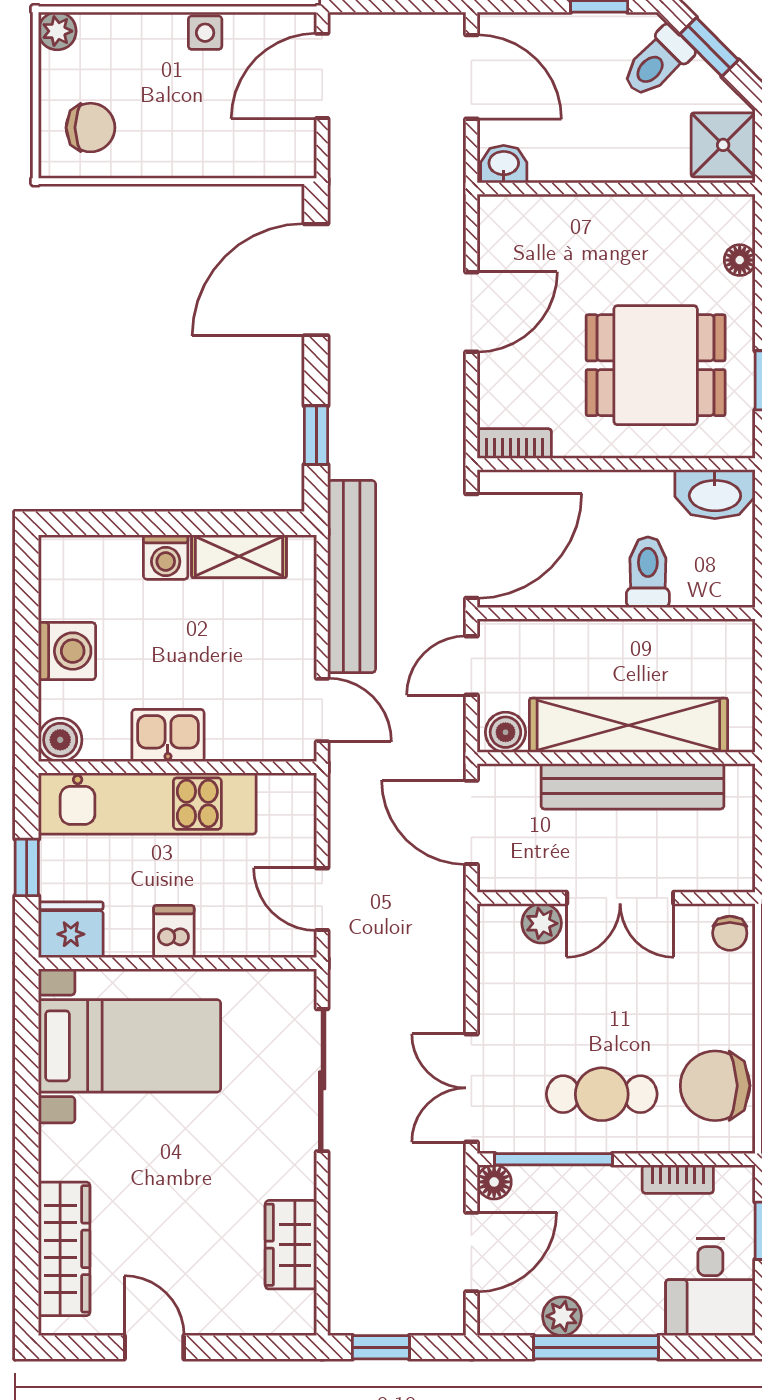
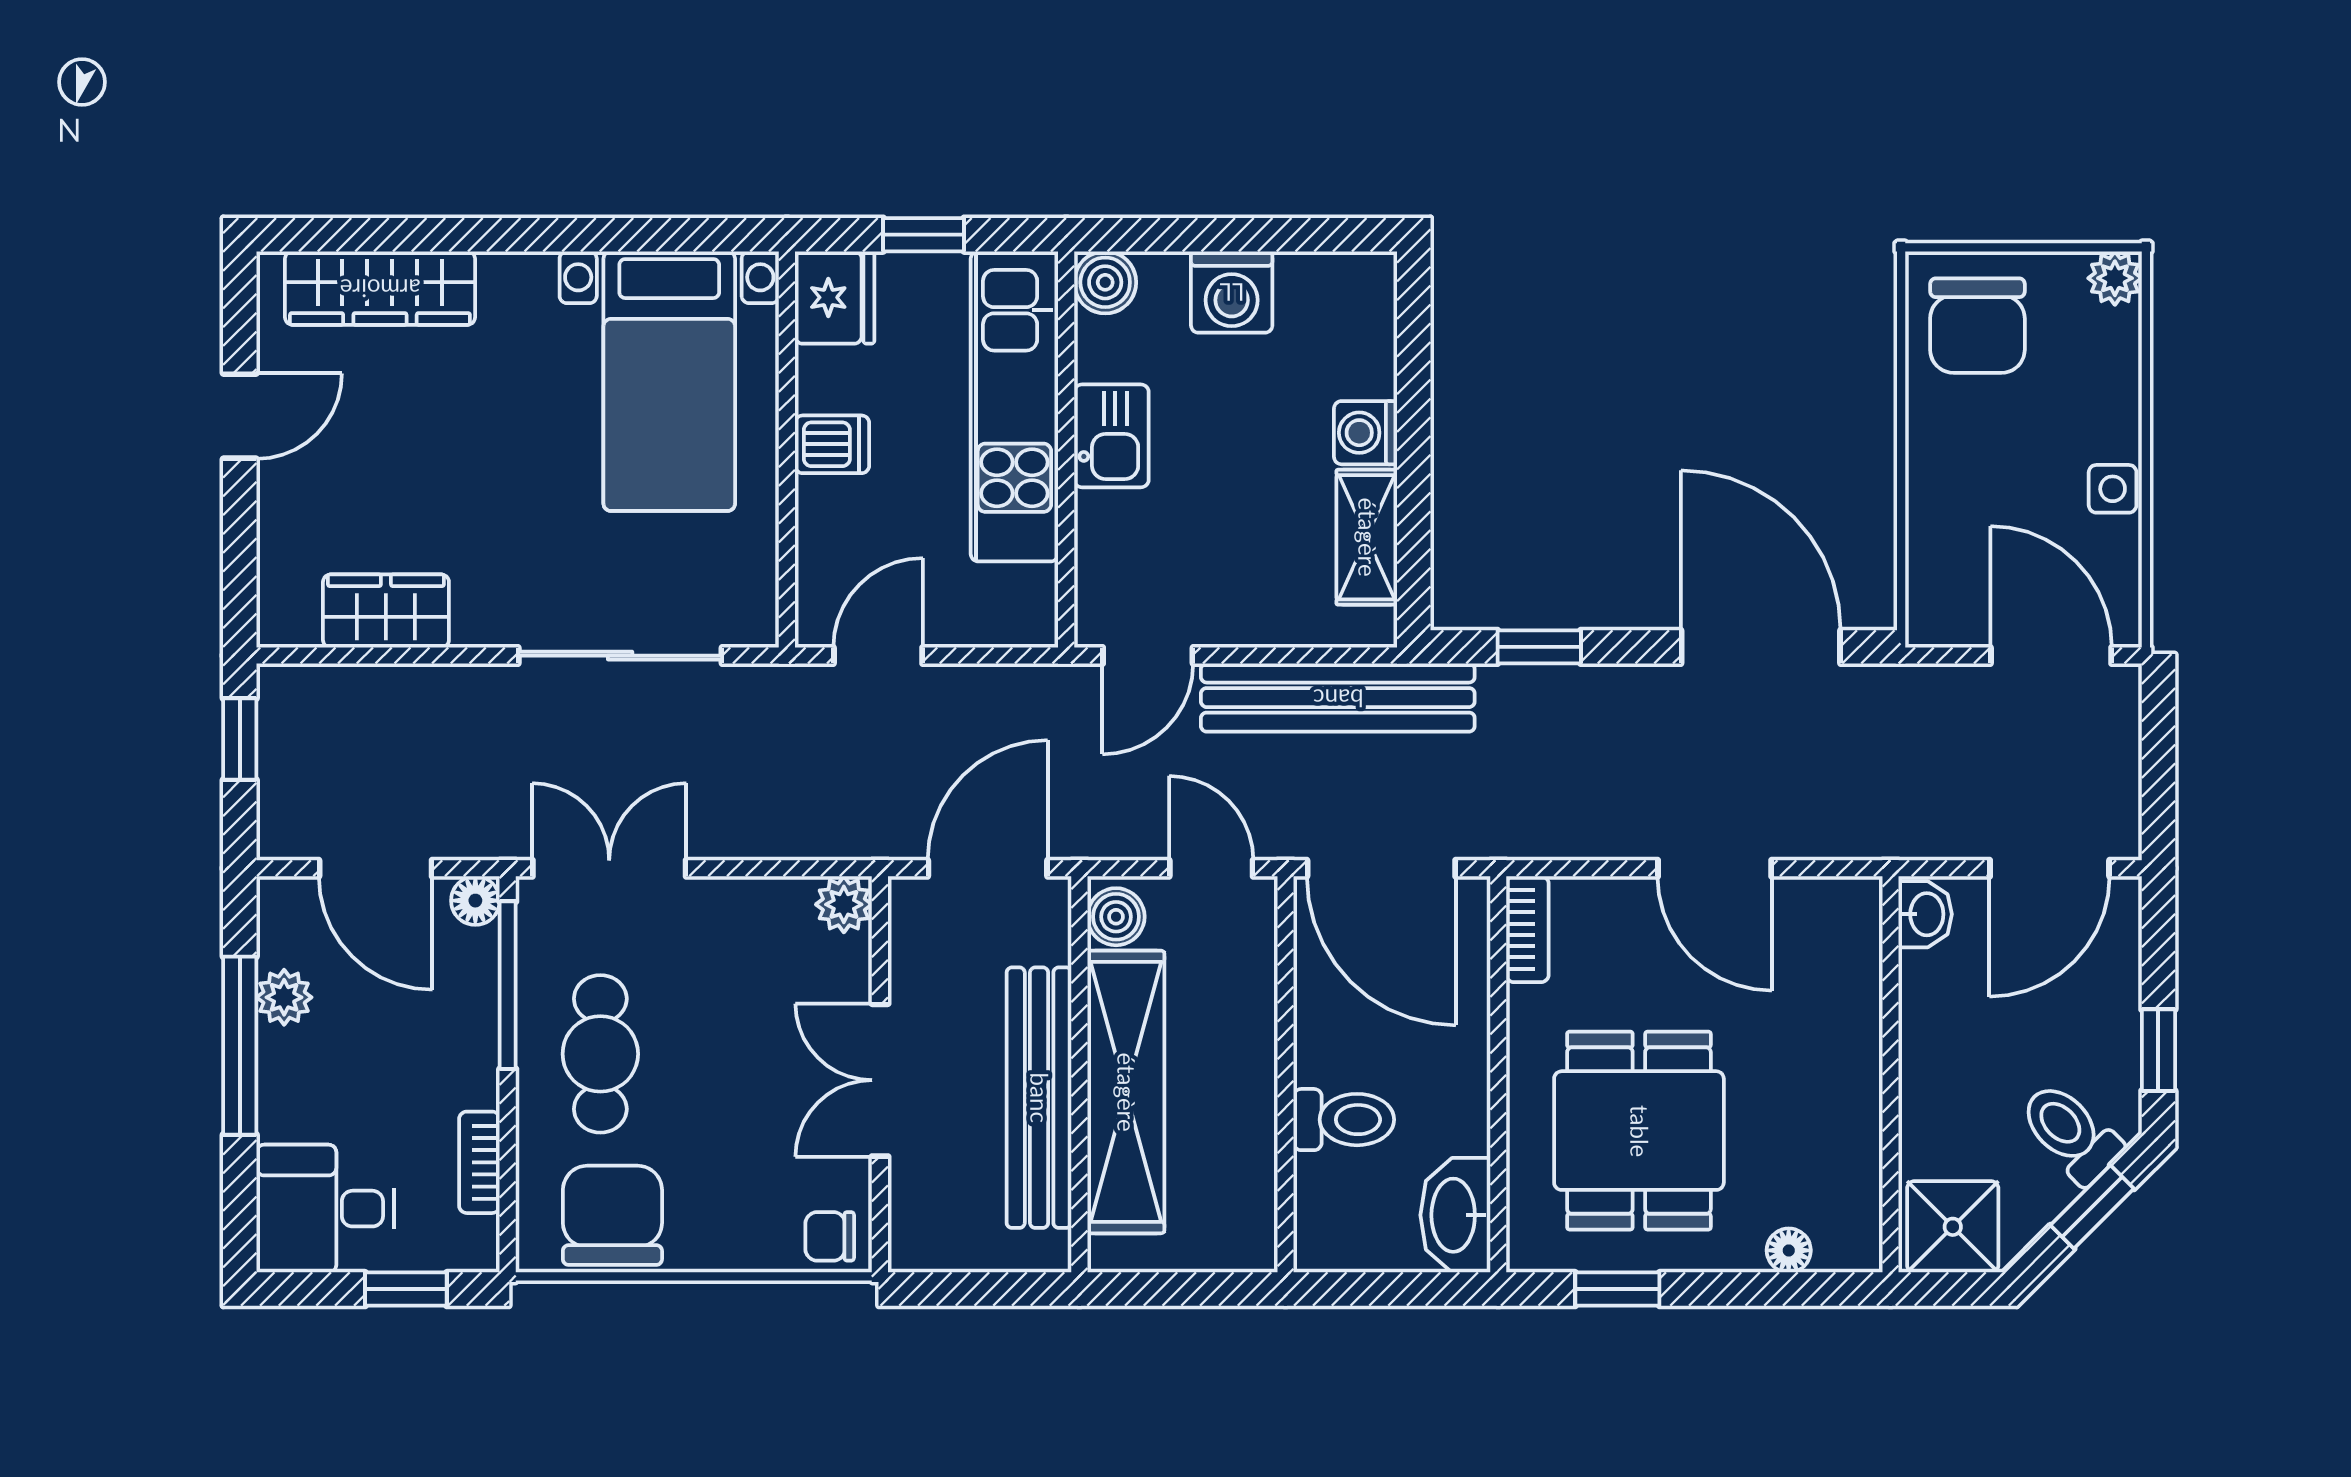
chair: (91, 128) -> (1977, 326), width x1.37, depth x1.37
plant: (542, 923) -> (844, 904), moved

